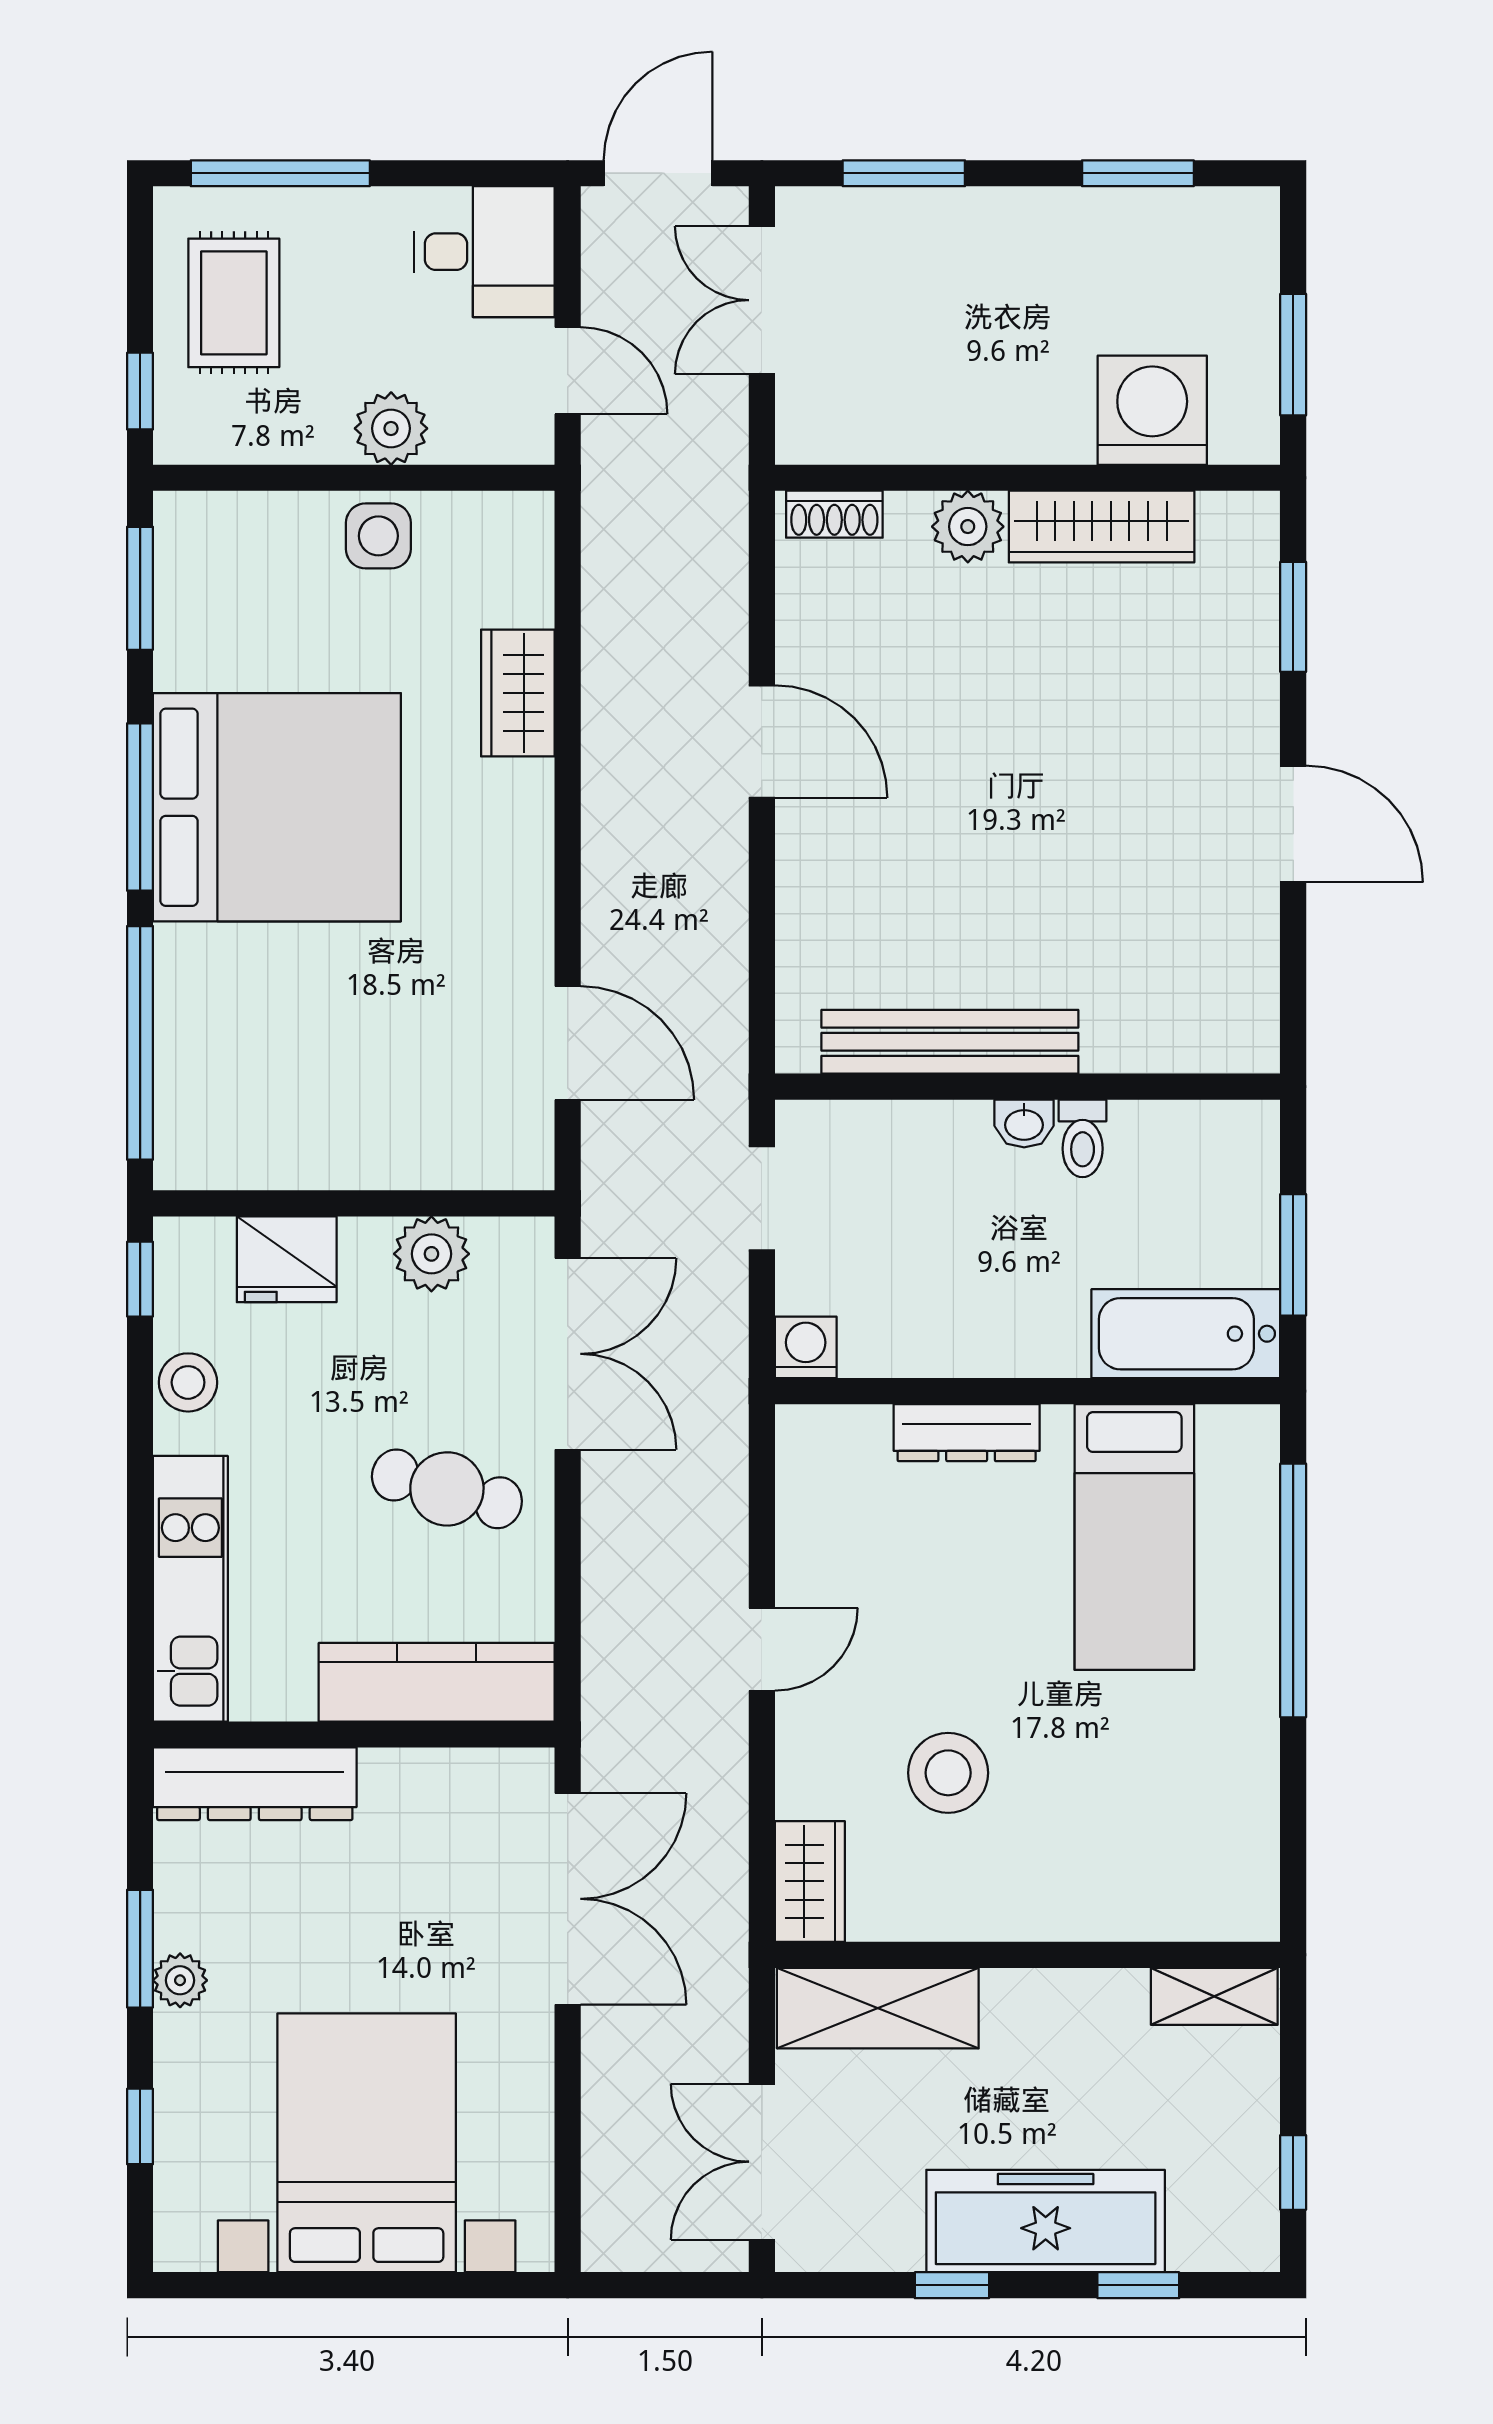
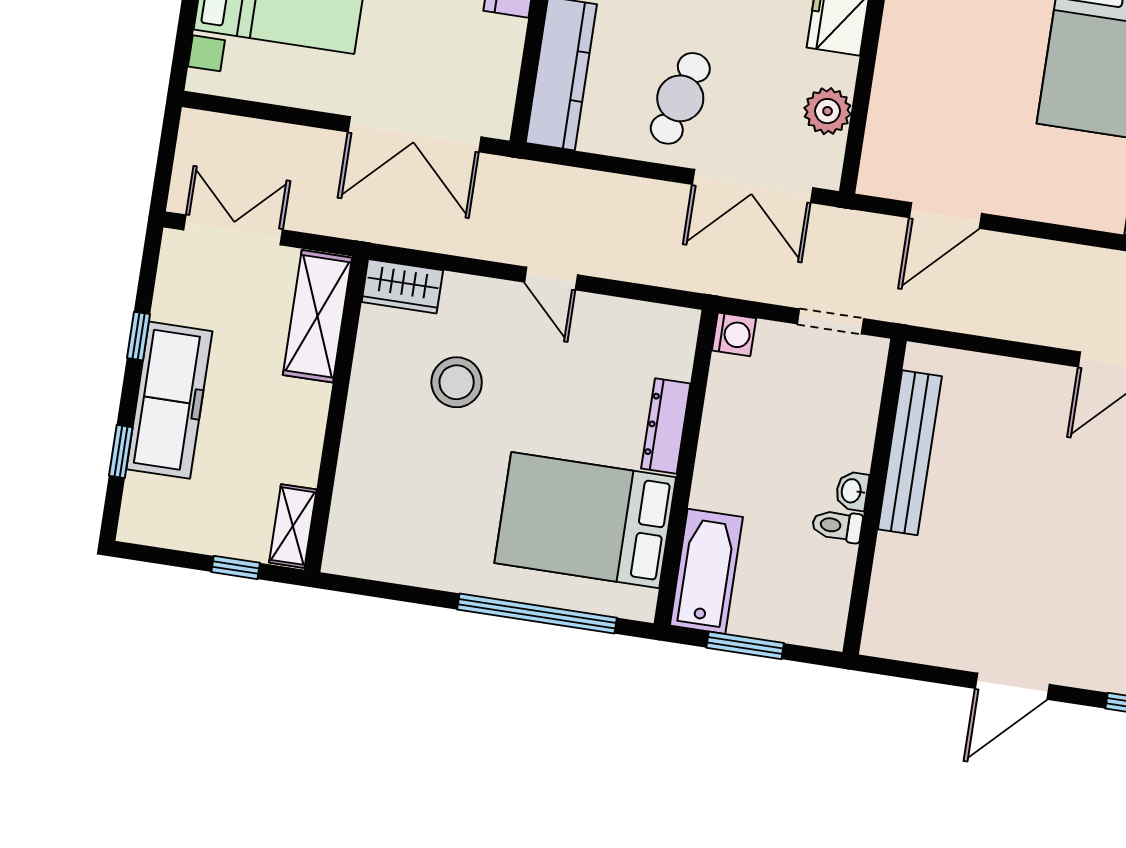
bed: (1134, 1537) -> (585, 520), width x1.50
window: (1293, 2172) -> (236, 567), moved

